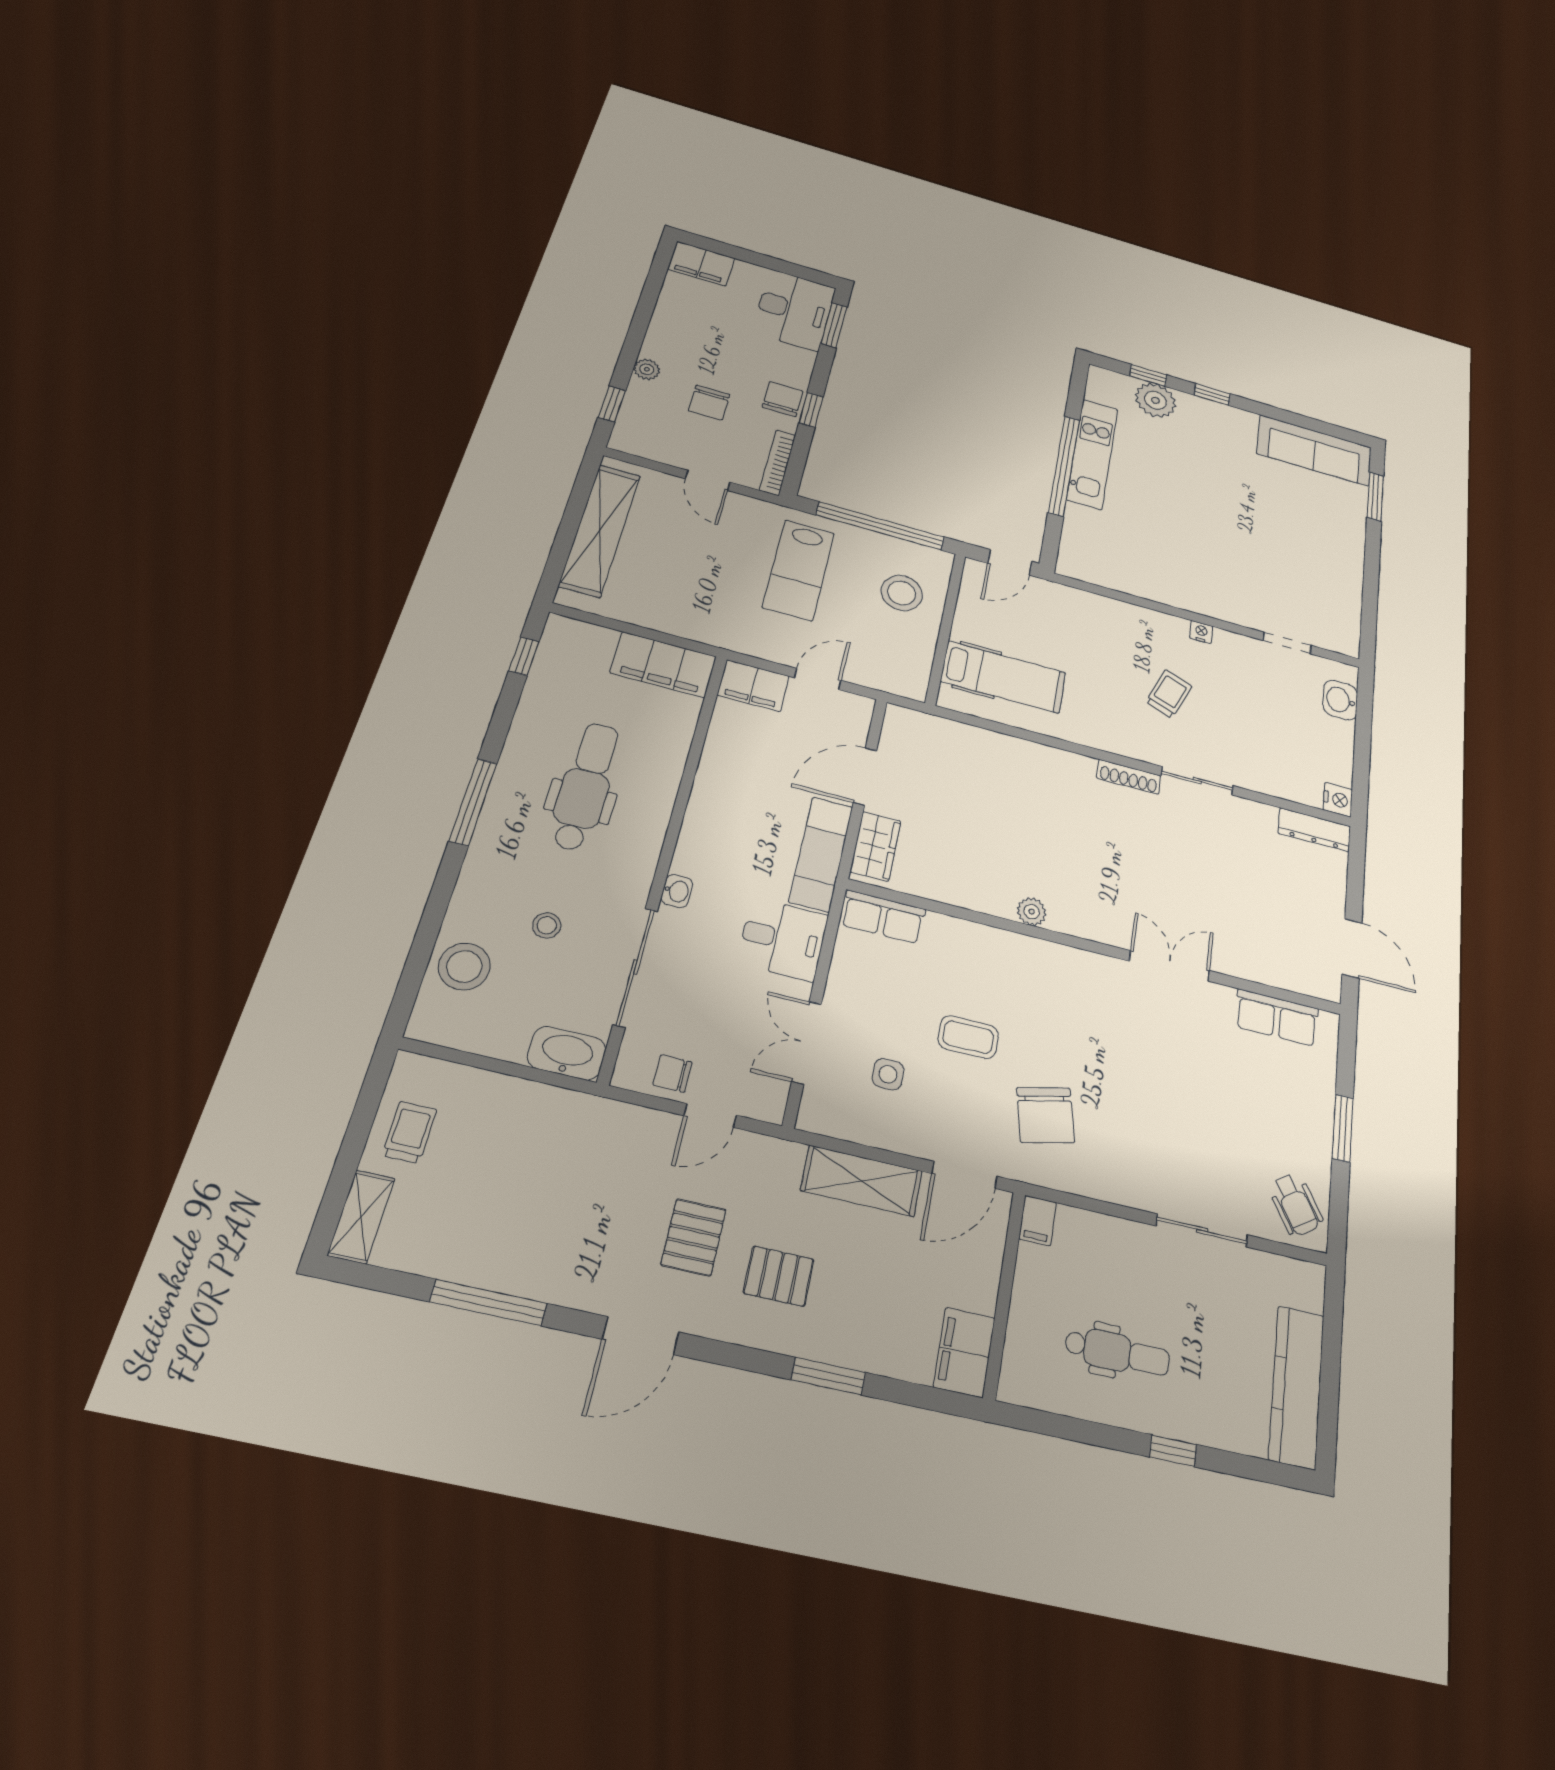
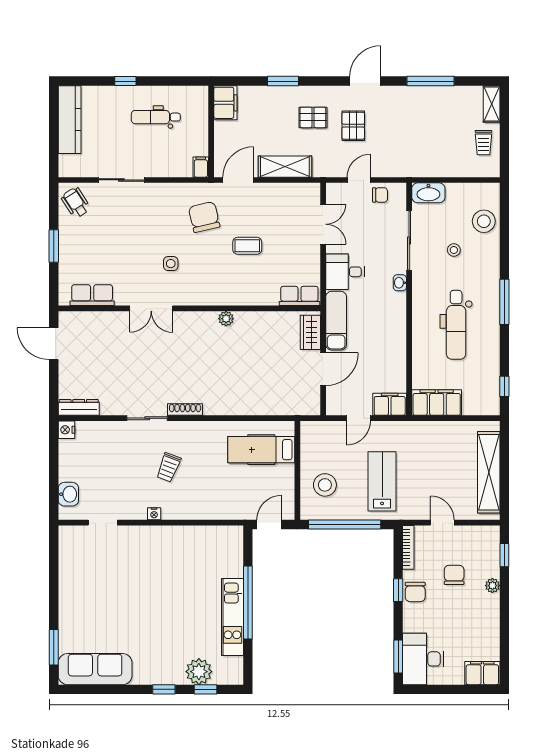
side table: (888, 1074) -> (171, 264), moved

